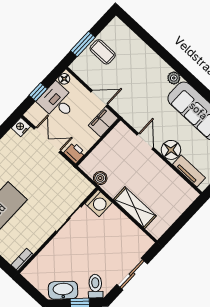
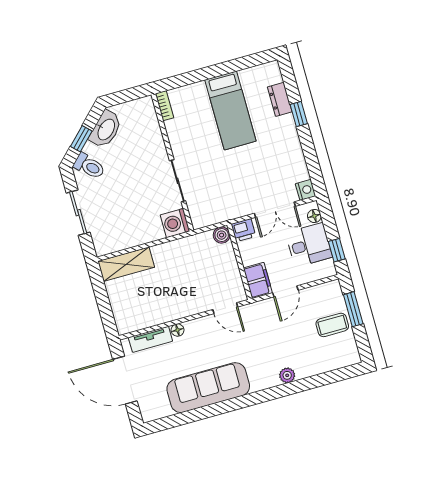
plant: (174, 78) -> (287, 375), moved
floor lamp: (64, 79) -> (314, 216), moved
window: (38, 92) -> (337, 250), moved
door: (145, 141) -> (225, 308), moved
floor lamp: (171, 150) -> (178, 330), width x0.53, depth x0.53
boiler: (100, 178) -> (222, 235), moved
shelving: (135, 208) -> (126, 264), moved

